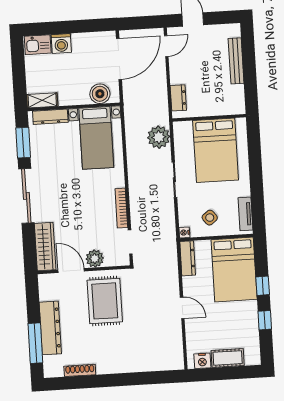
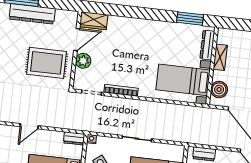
shelving: (42, 100) -> (220, 57), moved
plant: (159, 137) -> (174, 132), removed
sliding door: (26, 196) -> (145, 13), removed
wardrobe: (45, 247) -> (94, 21), width x0.67
dresser: (188, 258) -> (74, 138), width x0.70

